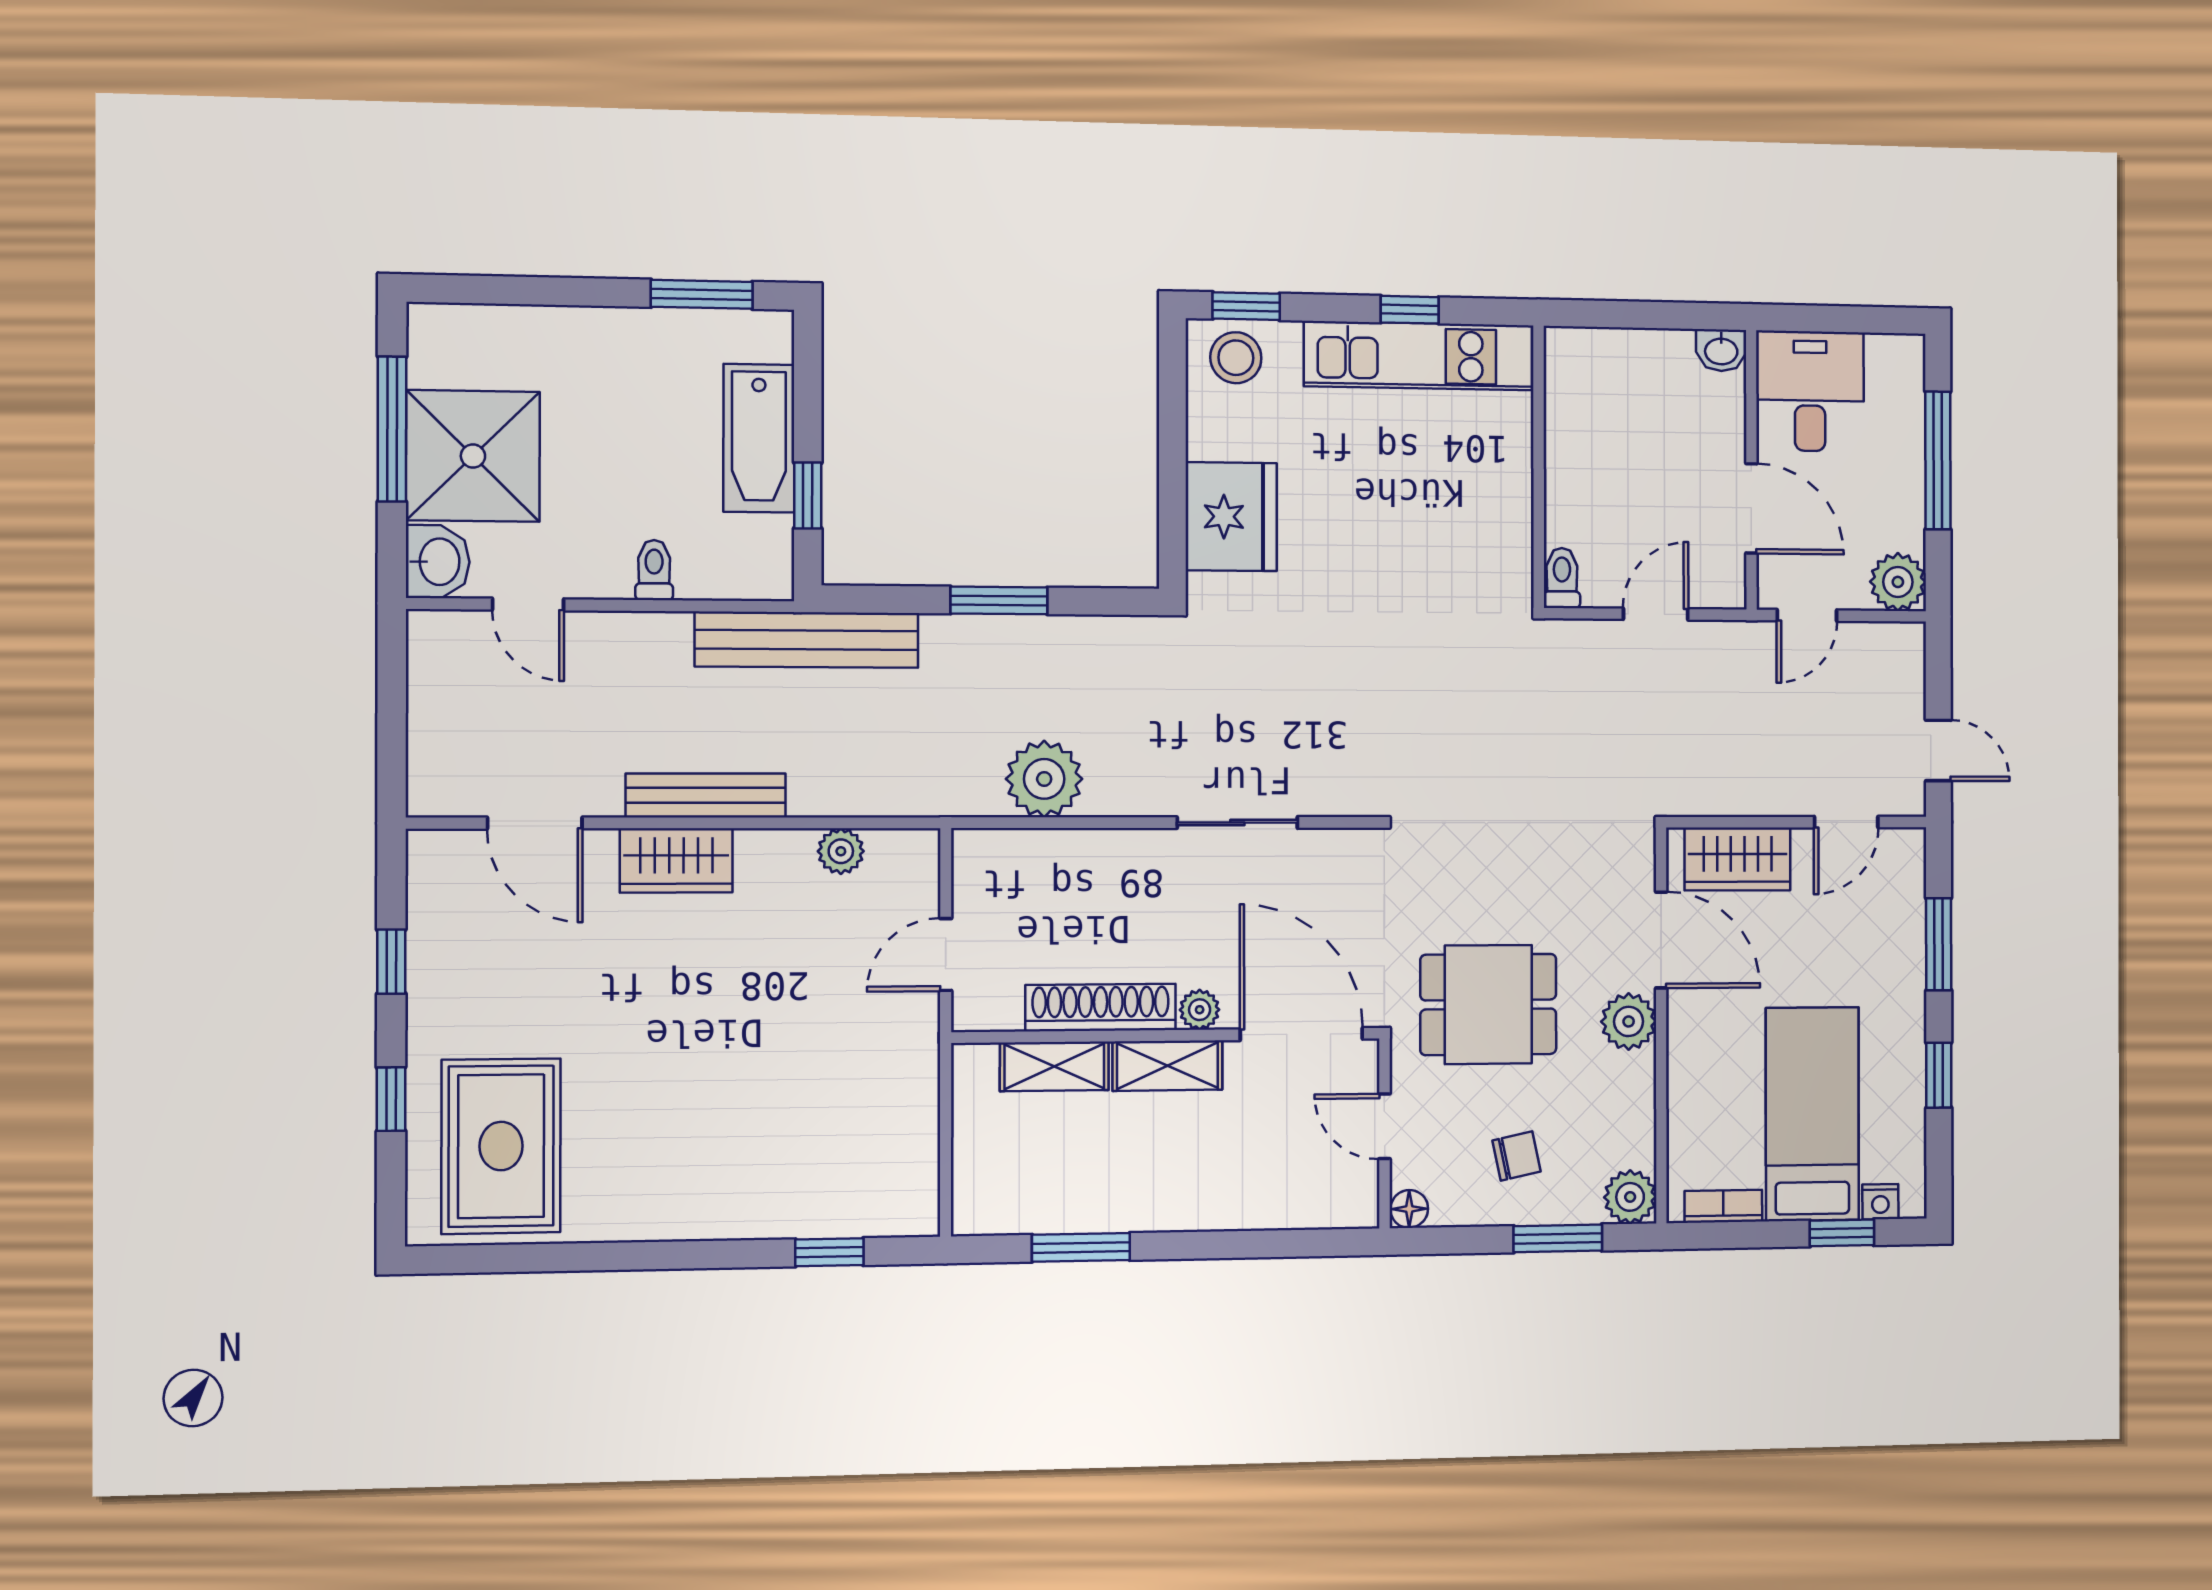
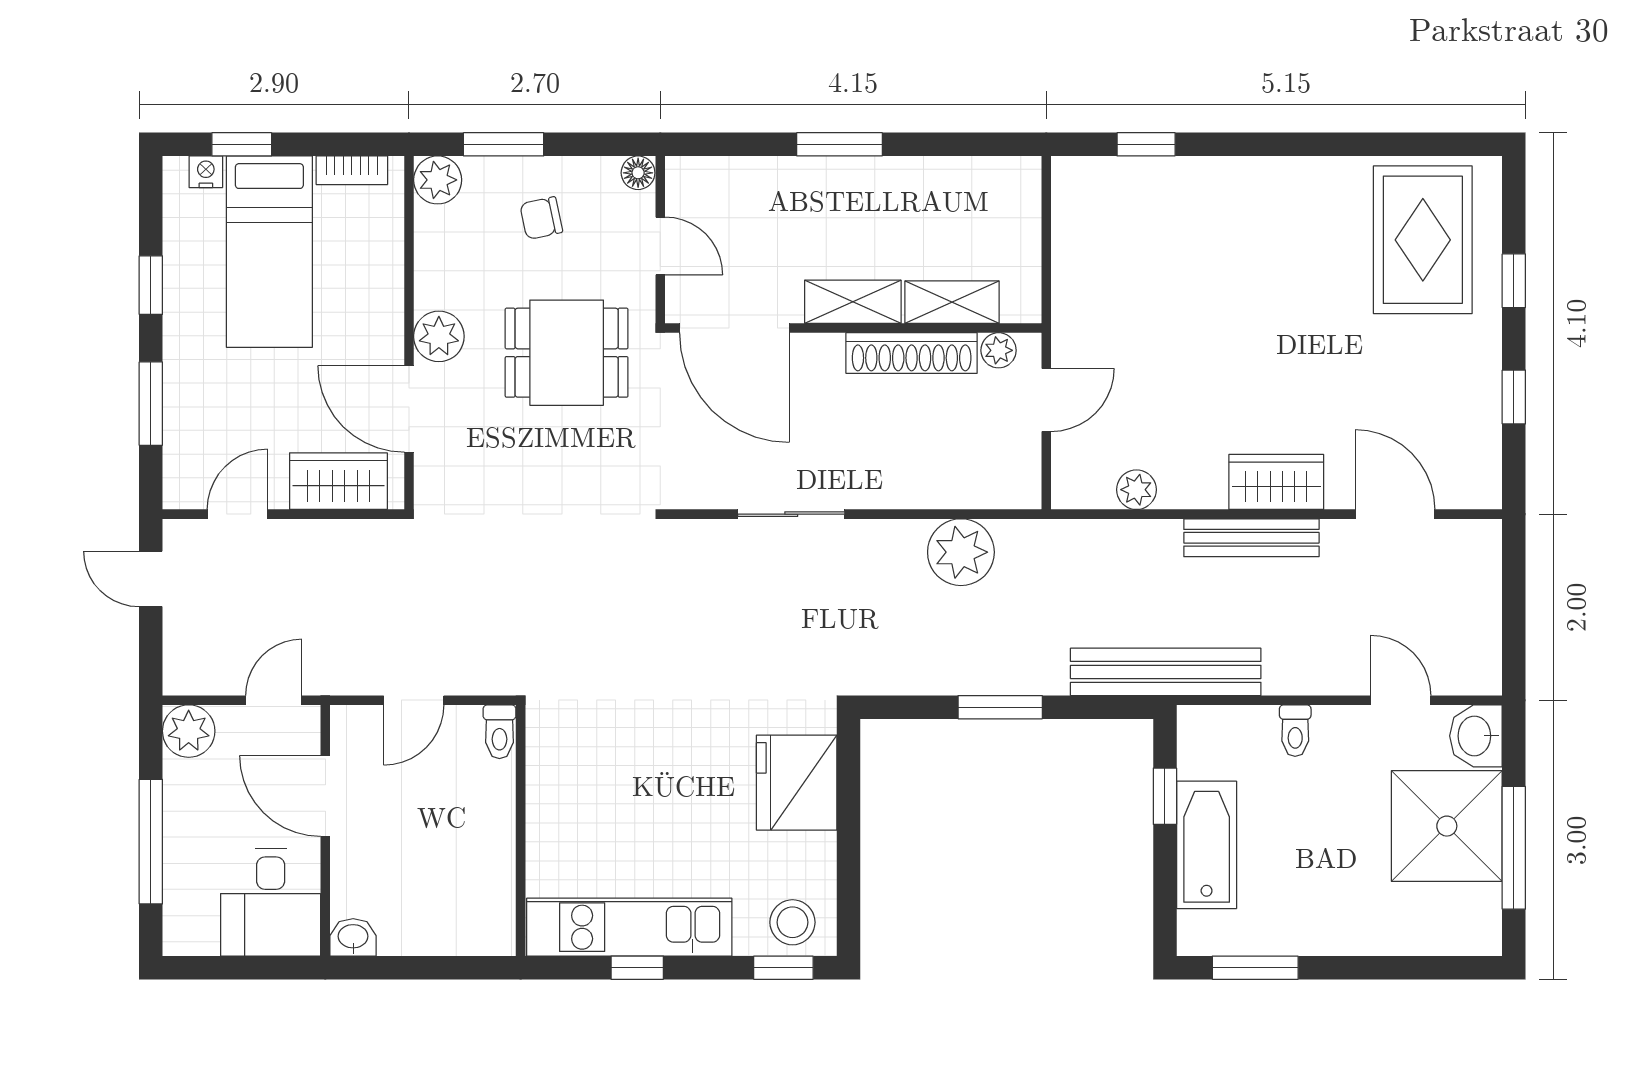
plant: (1200, 1010) -> (999, 350), moved
window: (1081, 1247) -> (839, 144), moved

